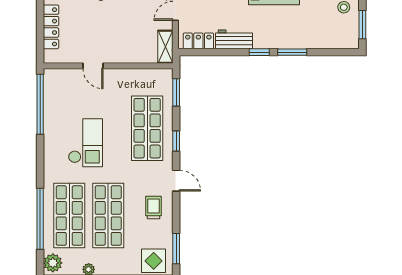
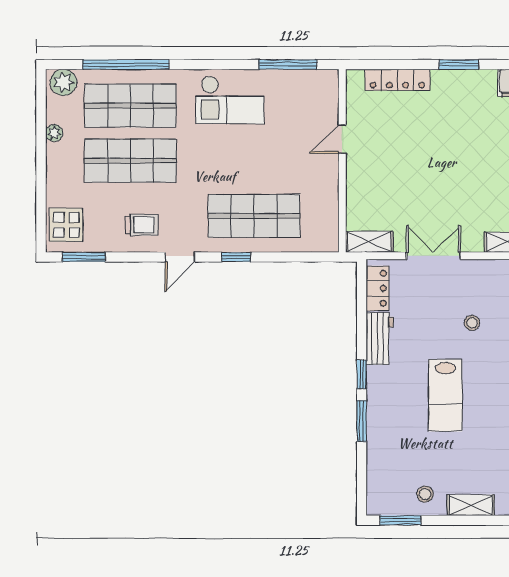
window: (176, 92) -> (305, 257), removed
window: (40, 104) -> (288, 65), width x0.68
checkout: (85, 143) -> (230, 100), moved

